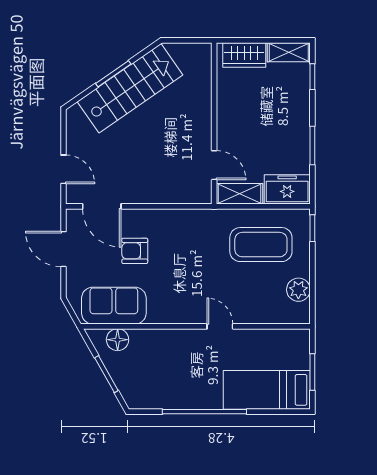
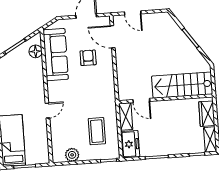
stairs: (130, 88) -> (182, 85), moved, turned 125
door: (214, 165) -> (141, 101), hinge flipped
door: (63, 169) -> (133, 13), hinge flipped
door: (102, 206) -> (113, 37), hinge flipped
coffee table: (261, 245) -> (97, 131), width x0.73, depth x0.76
sofa: (114, 306) -> (56, 55), width x1.36

